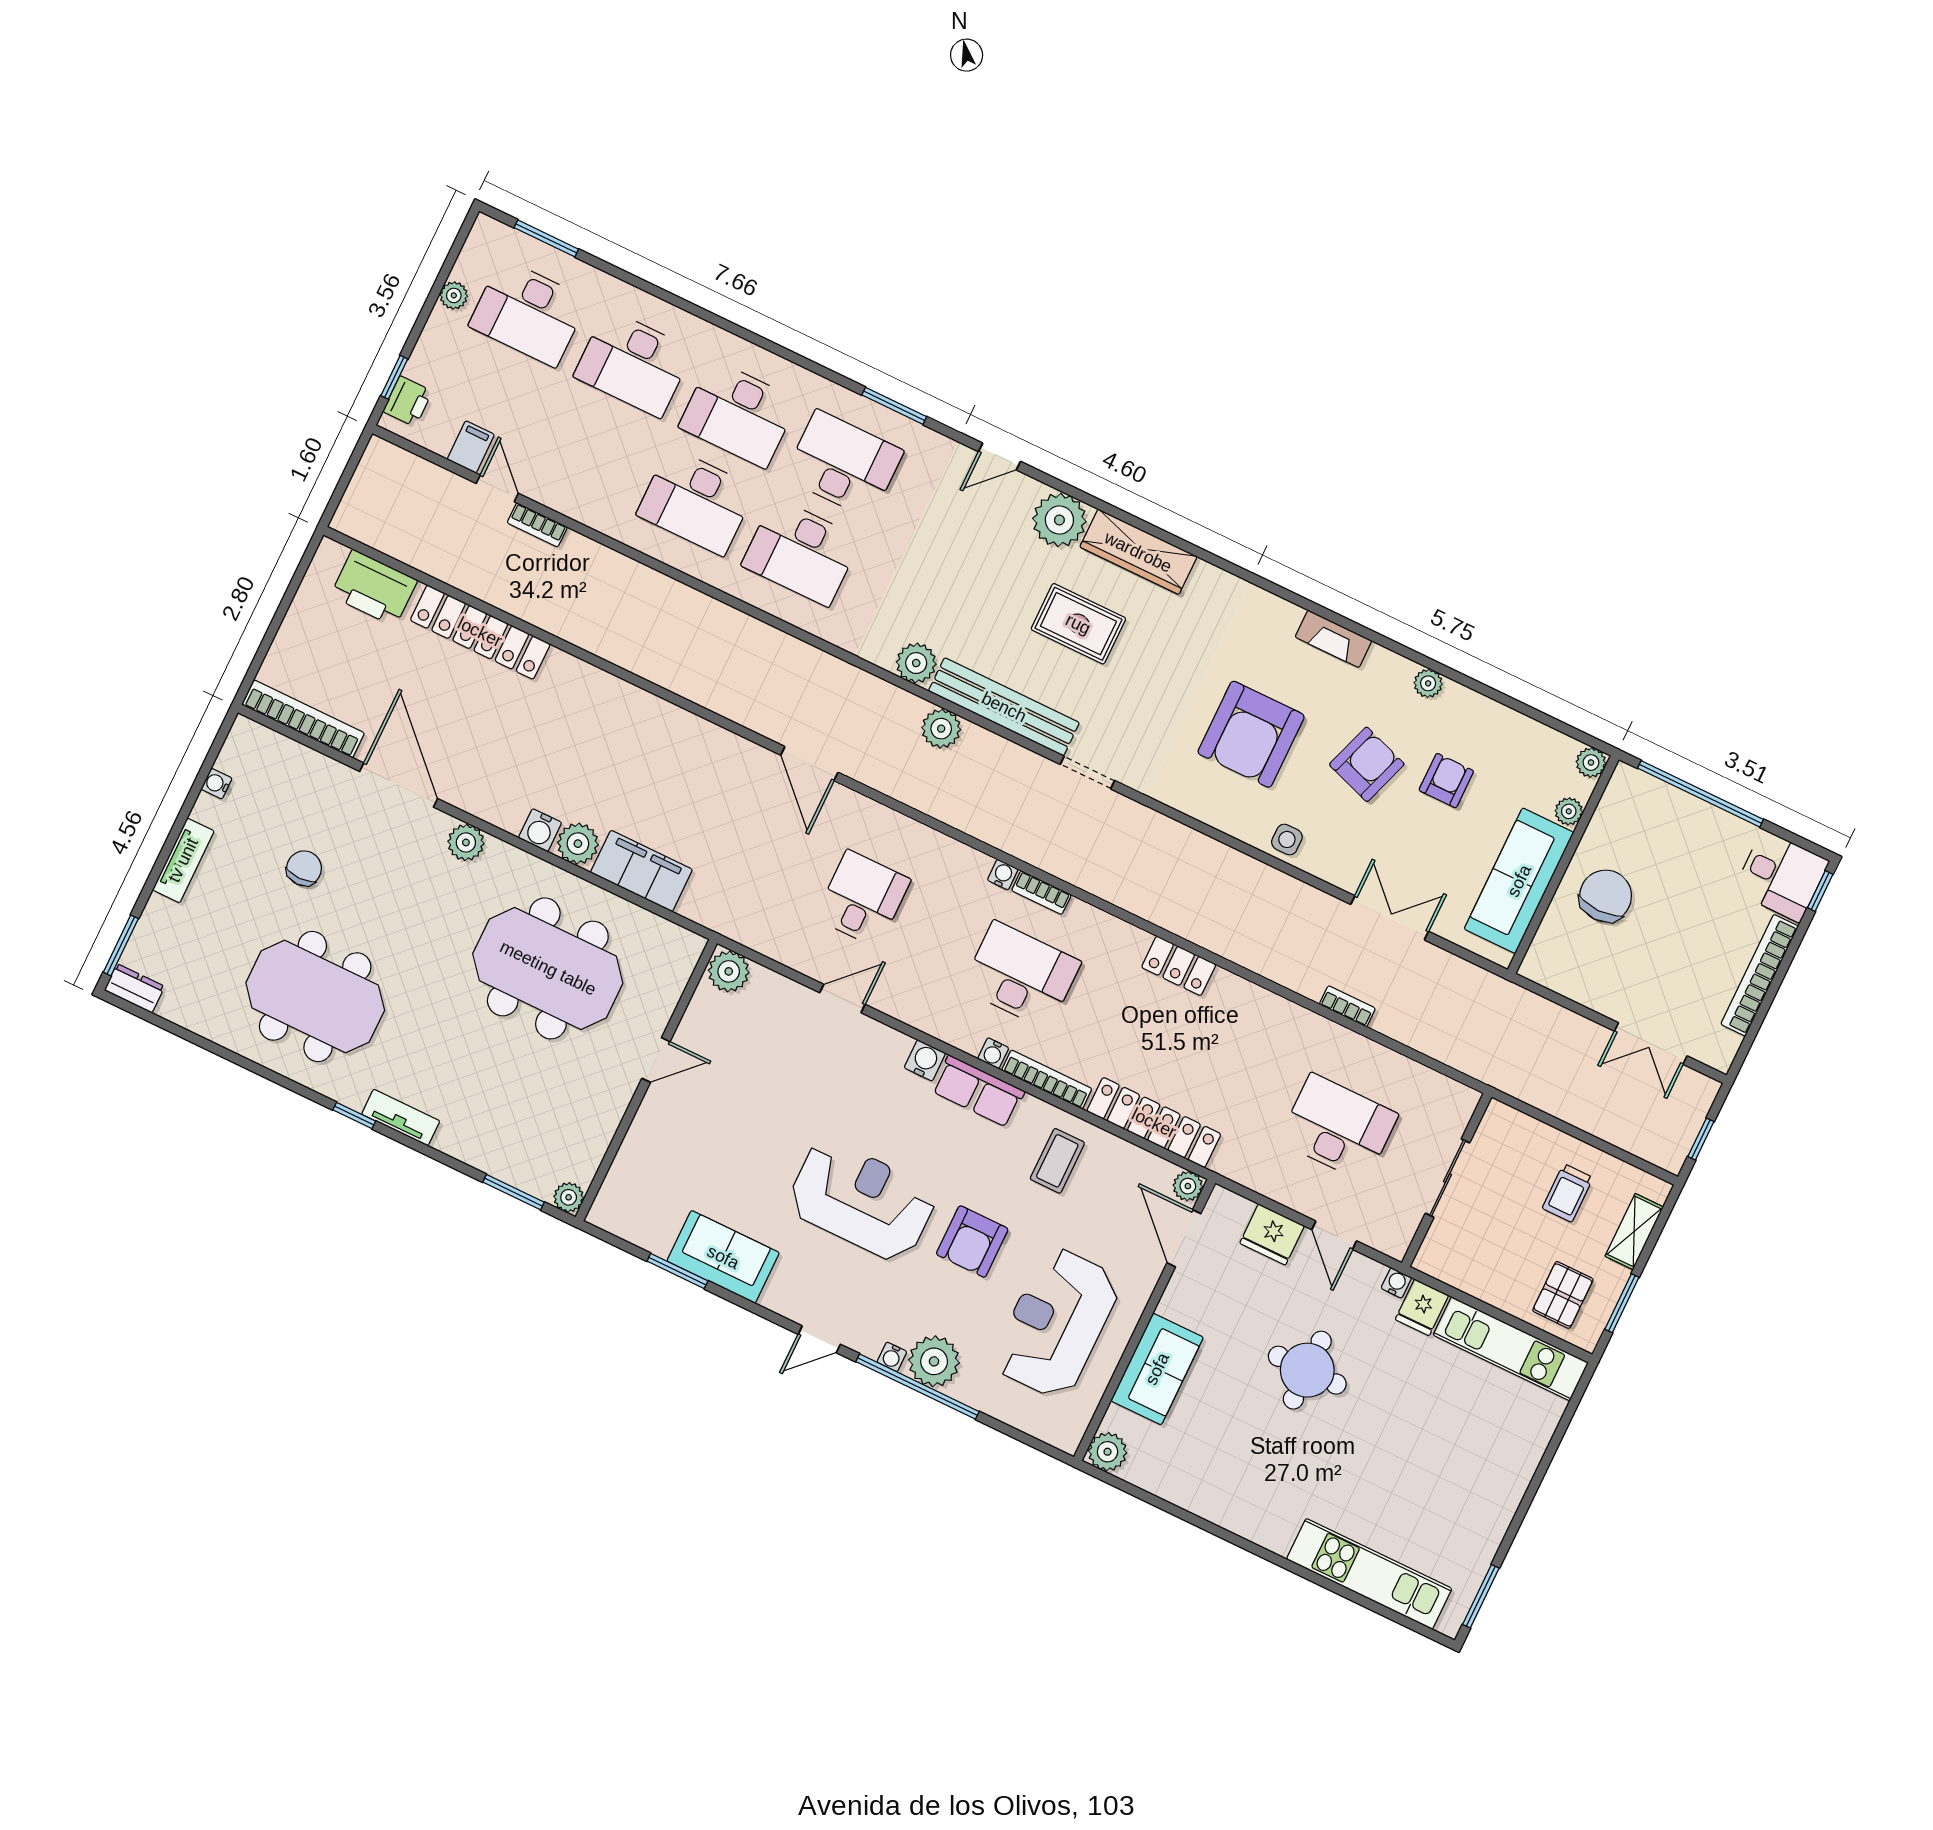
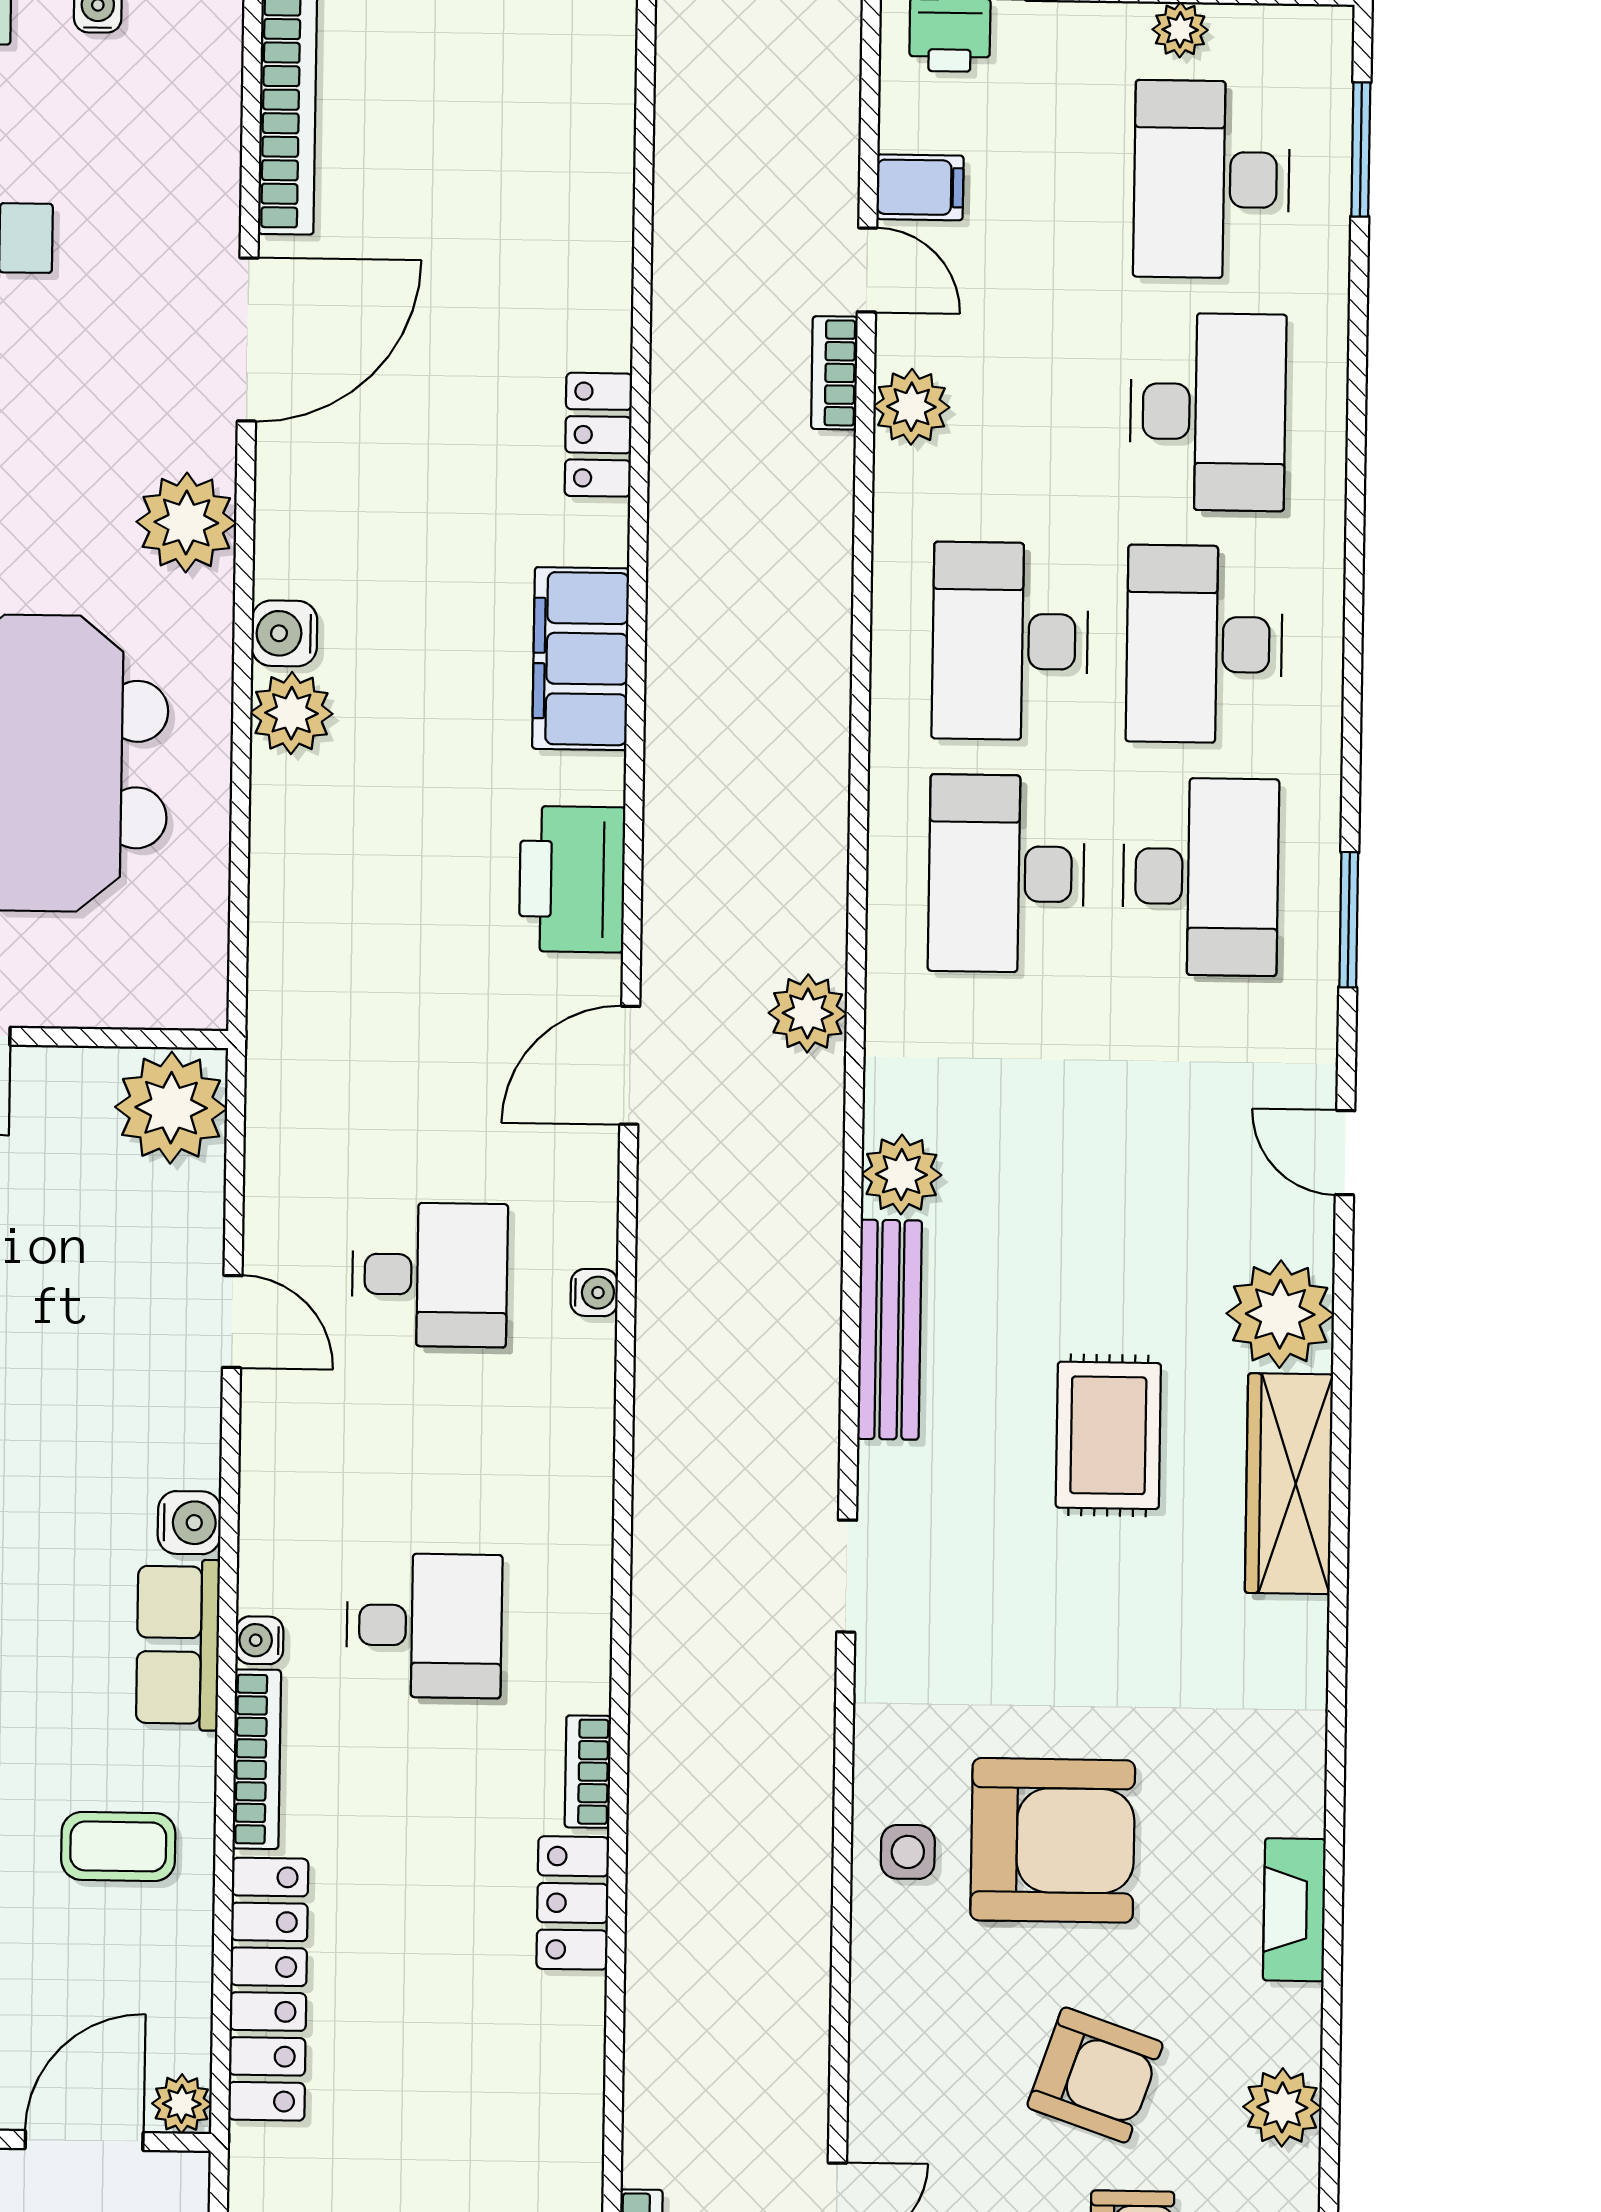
desk: (633, 363) -> (1208, 412), turned 180
door: (497, 488) -> (867, 270), hinge flipped
plant: (569, 497) -> (911, 407), added
printer: (374, 588) -> (572, 879), moved
locker: (480, 632) -> (598, 435), width x0.46, depth x0.83
plant: (1428, 683) -> (1282, 2107), width x1.38, depth x1.38
bench: (1004, 707) -> (890, 1330), width x0.73, depth x0.82
plant: (941, 729) -> (808, 1013), moved
armchair: (1251, 734) -> (1053, 1840), turned 180
side table: (1287, 839) -> (908, 1852), moved
plant: (466, 842) -> (186, 523), width x1.36, depth x1.36
filing cabinet: (641, 871) -> (581, 659), moved, turned 180
water cooler: (1003, 875) -> (594, 1293), moved
bookcase: (1041, 893) -> (588, 1772), moved
plant: (729, 971) -> (171, 1108), width x1.36, depth x1.36
desk: (1021, 975) -> (424, 1626), width x0.73

